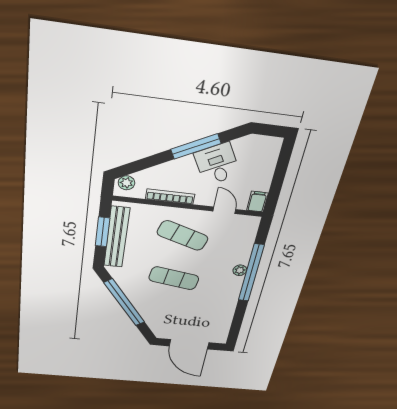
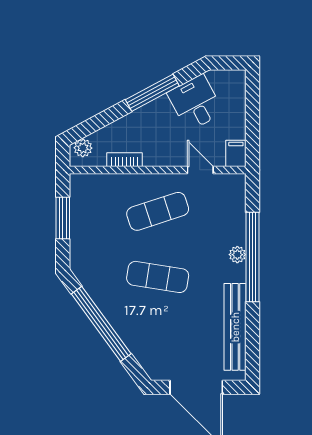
desk: (217, 164) -> (195, 103), moved
bookcase: (170, 197) -> (125, 160), width x0.64
exercise mat: (183, 236) -> (158, 211), turned -36
bench: (117, 237) -> (235, 327), moved

